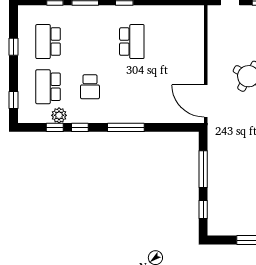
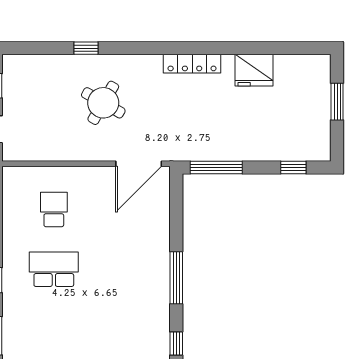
school desk: (90, 87) -> (54, 209), moved, turned -90
window: (203, 169) -> (216, 167), moved

